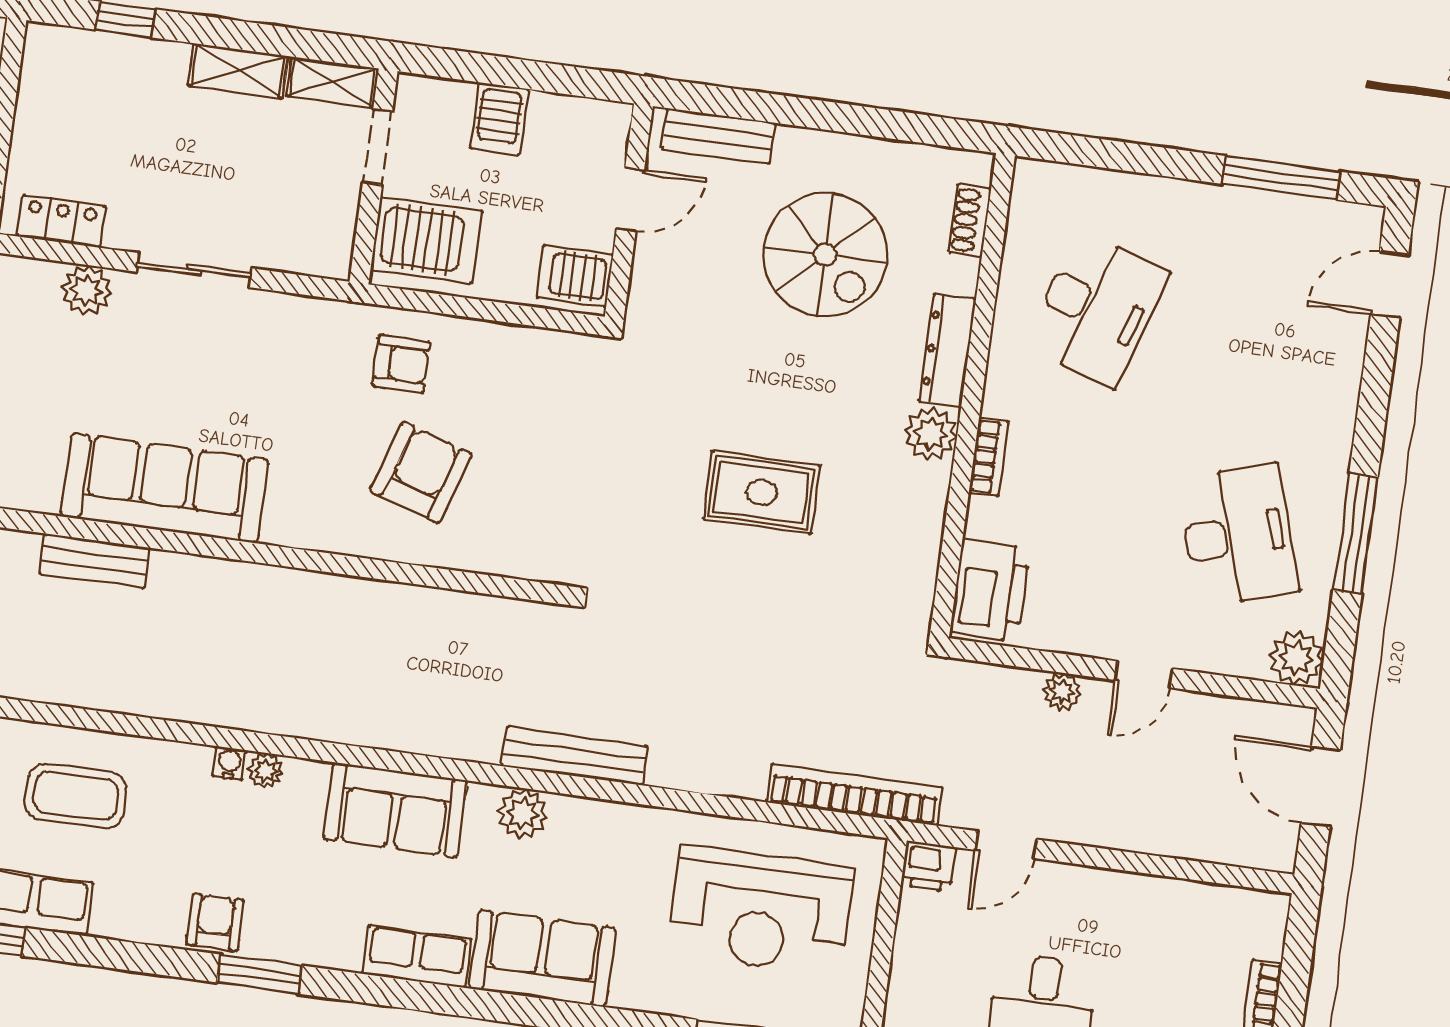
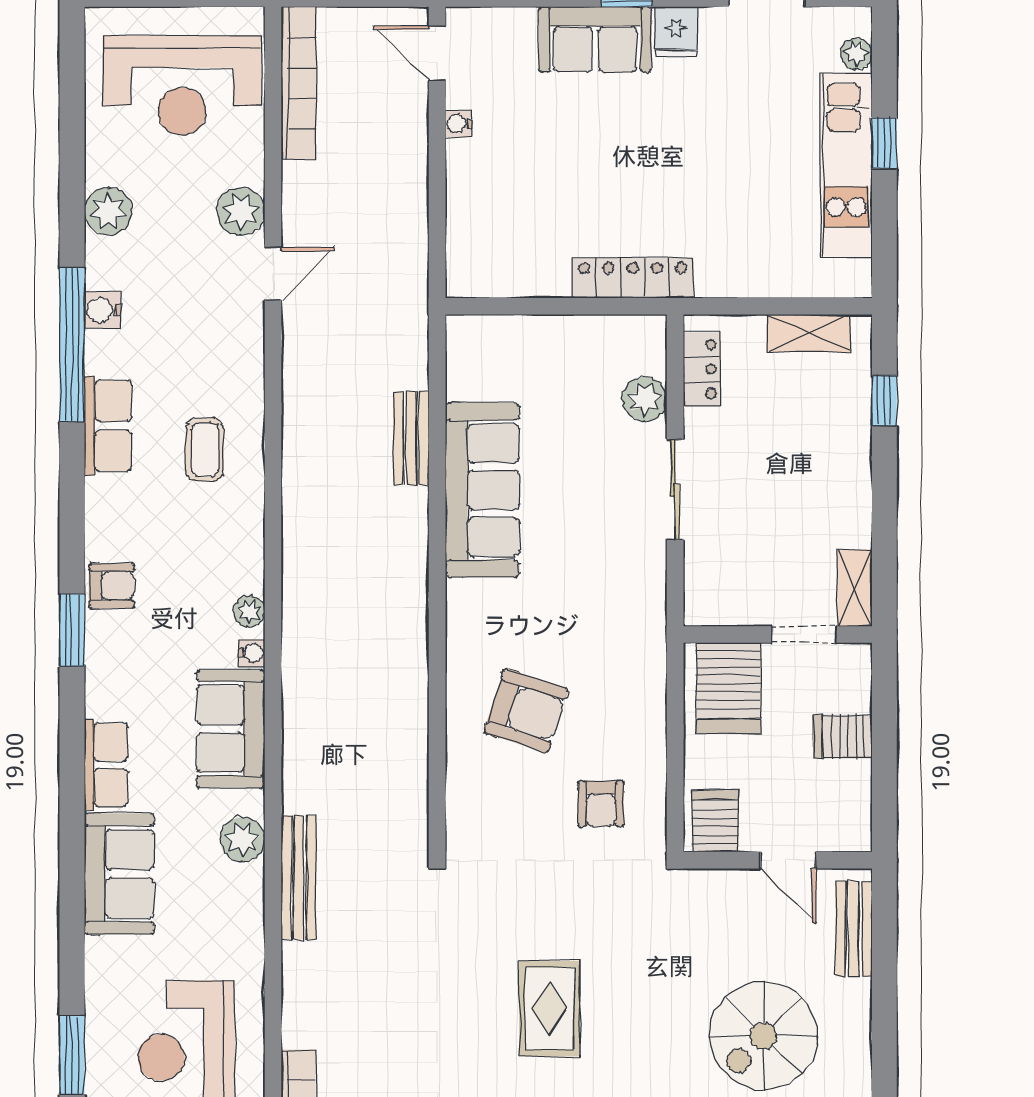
shelving: (238, 71) -> (809, 333), moved, turned 90
armchair: (401, 364) -> (601, 804), moved
water cooler: (229, 763) -> (251, 653), moved
coffee table: (76, 796) -> (205, 450), width x0.73, depth x0.77

